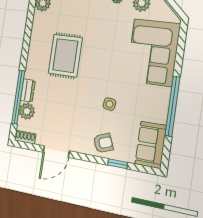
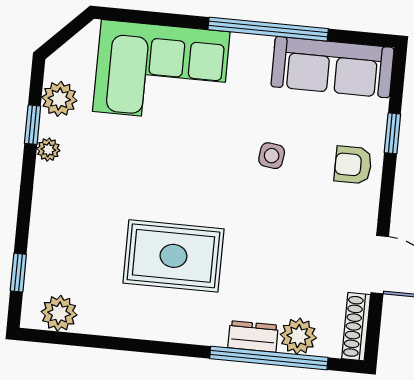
shoe rack: (25, 137) -> (356, 327), width x1.43
armchair: (103, 143) -> (353, 165), turned -68
sofa: (151, 145) -> (332, 67), width x1.36

